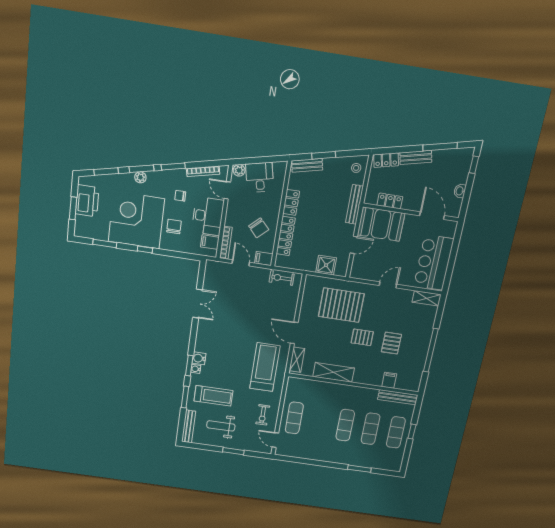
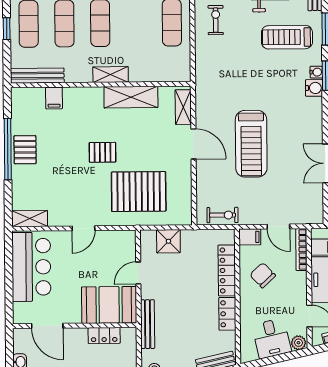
pallet: (391, 343) -> (25, 150), moved
treadmill: (265, 367) -> (251, 144), moved
shelving: (345, 390) -> (111, 75), added

